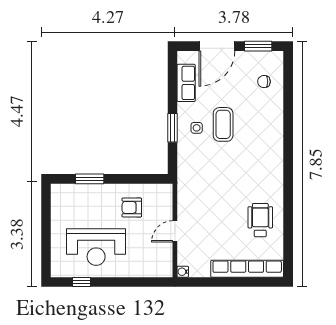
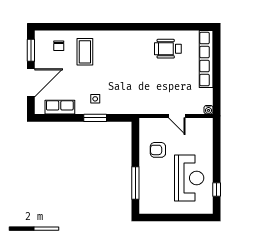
door: (217, 46) -> (31, 83), hinge flipped
coffee table: (223, 124) -> (85, 52), moved, turned 90
window: (90, 179) -> (135, 183), width x1.44
armchair: (132, 207) -> (158, 150), turned 90

